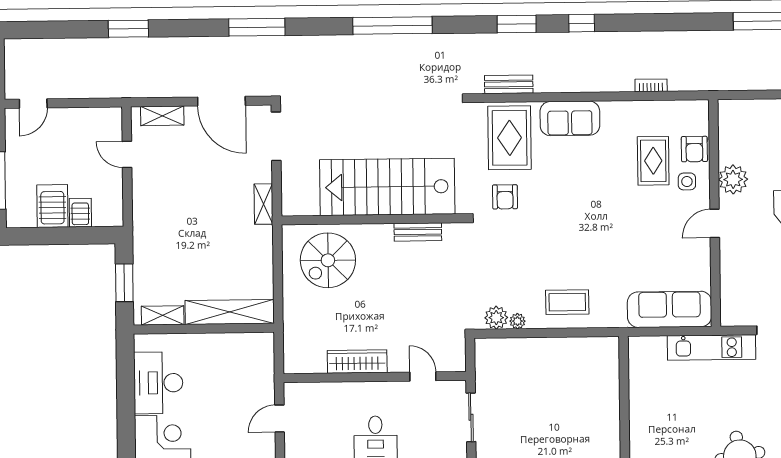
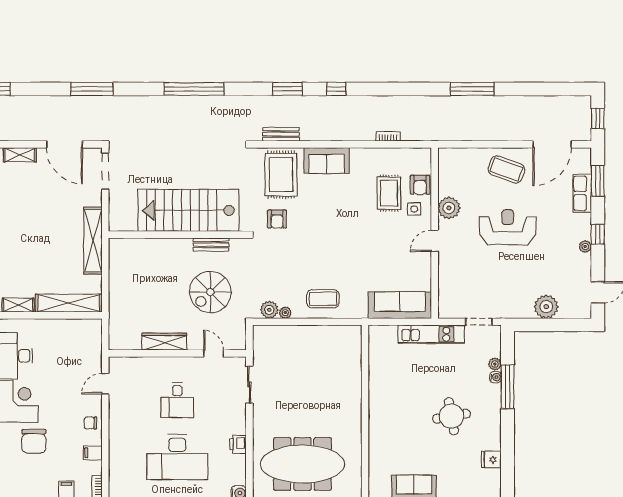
shelving: (264, 204) -> (93, 241), width x2.20, depth x1.33
spiral stairs: (328, 260) -> (210, 292), moved

